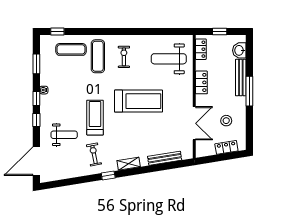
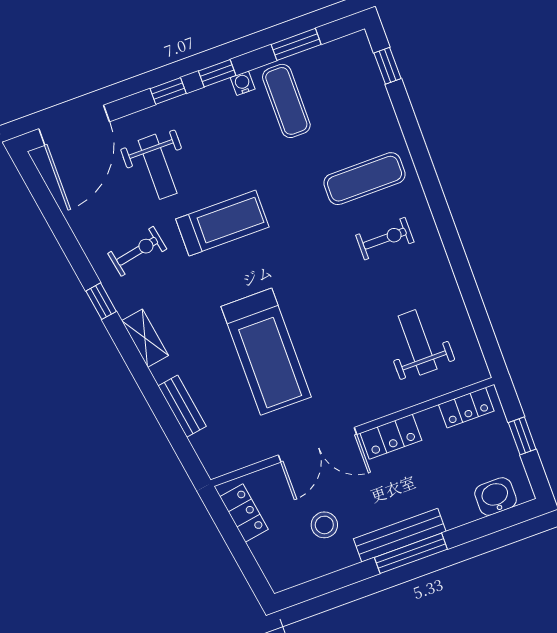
exercise mat: (71, 49) -> (286, 101), moved
weight bench: (169, 59) -> (418, 342), width x0.73, depth x0.75
bench: (241, 78) -> (400, 535), moved
treadmill: (139, 101) -> (266, 352), moved
double door: (194, 123) -> (318, 445), moved
locker: (226, 147) -> (244, 513), moved
bench: (165, 158) -> (182, 406), width x0.73
door: (36, 161) -> (74, 125), swing flipped

